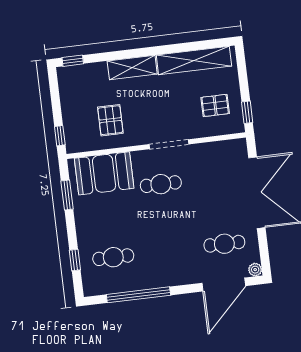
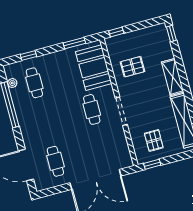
plant: (255, 270) -> (12, 83), moved

